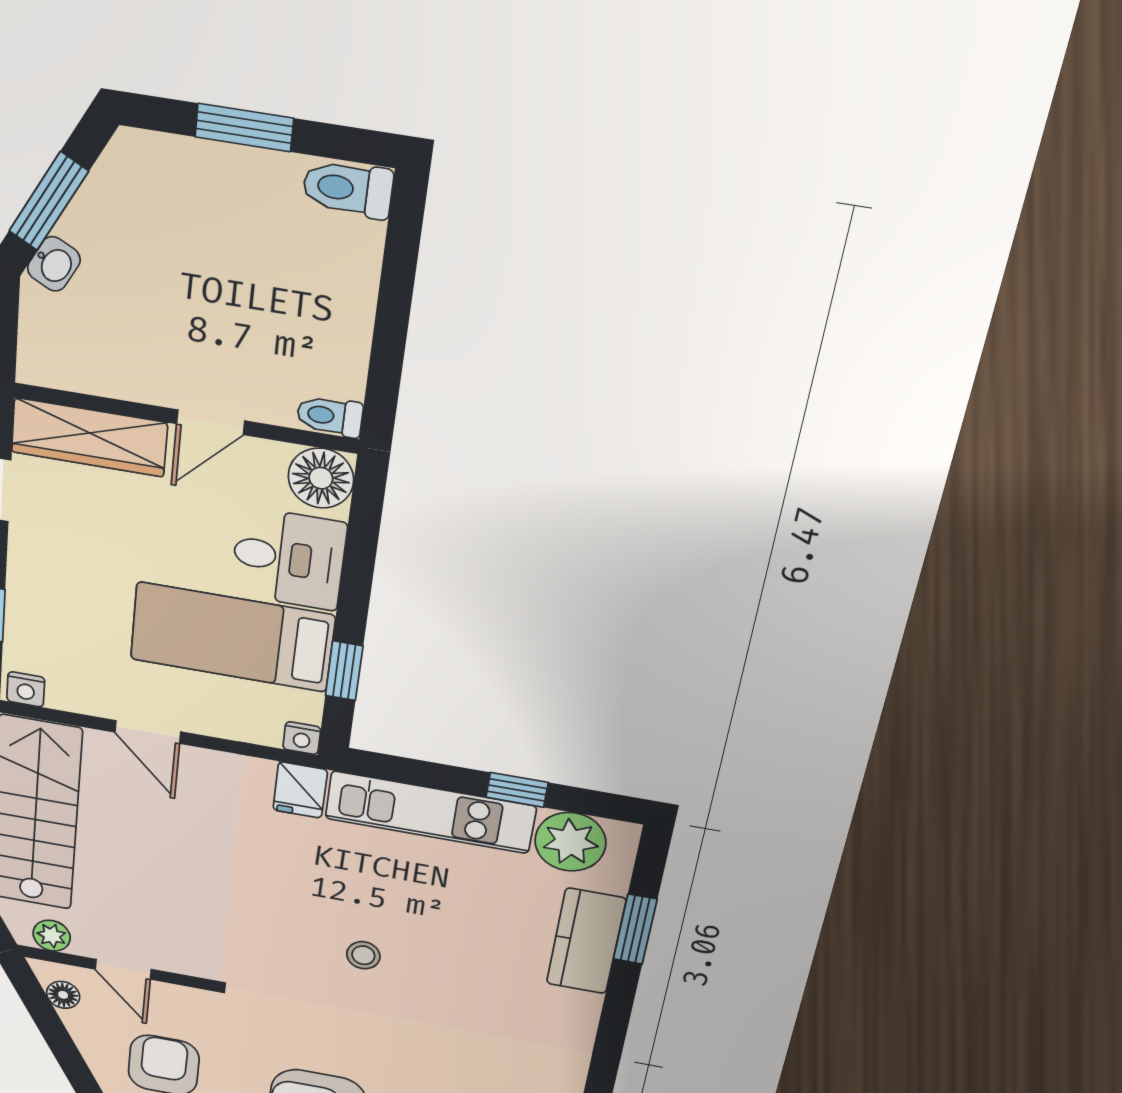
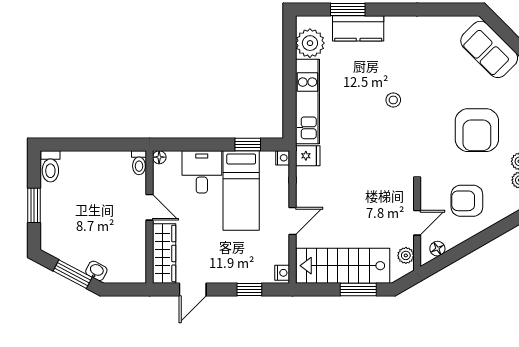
floor lamp: (321, 478) -> (159, 157), width x0.53, depth x0.53
window: (517, 790) -> (289, 68), removed
stool: (363, 955) -> (393, 100), moved

